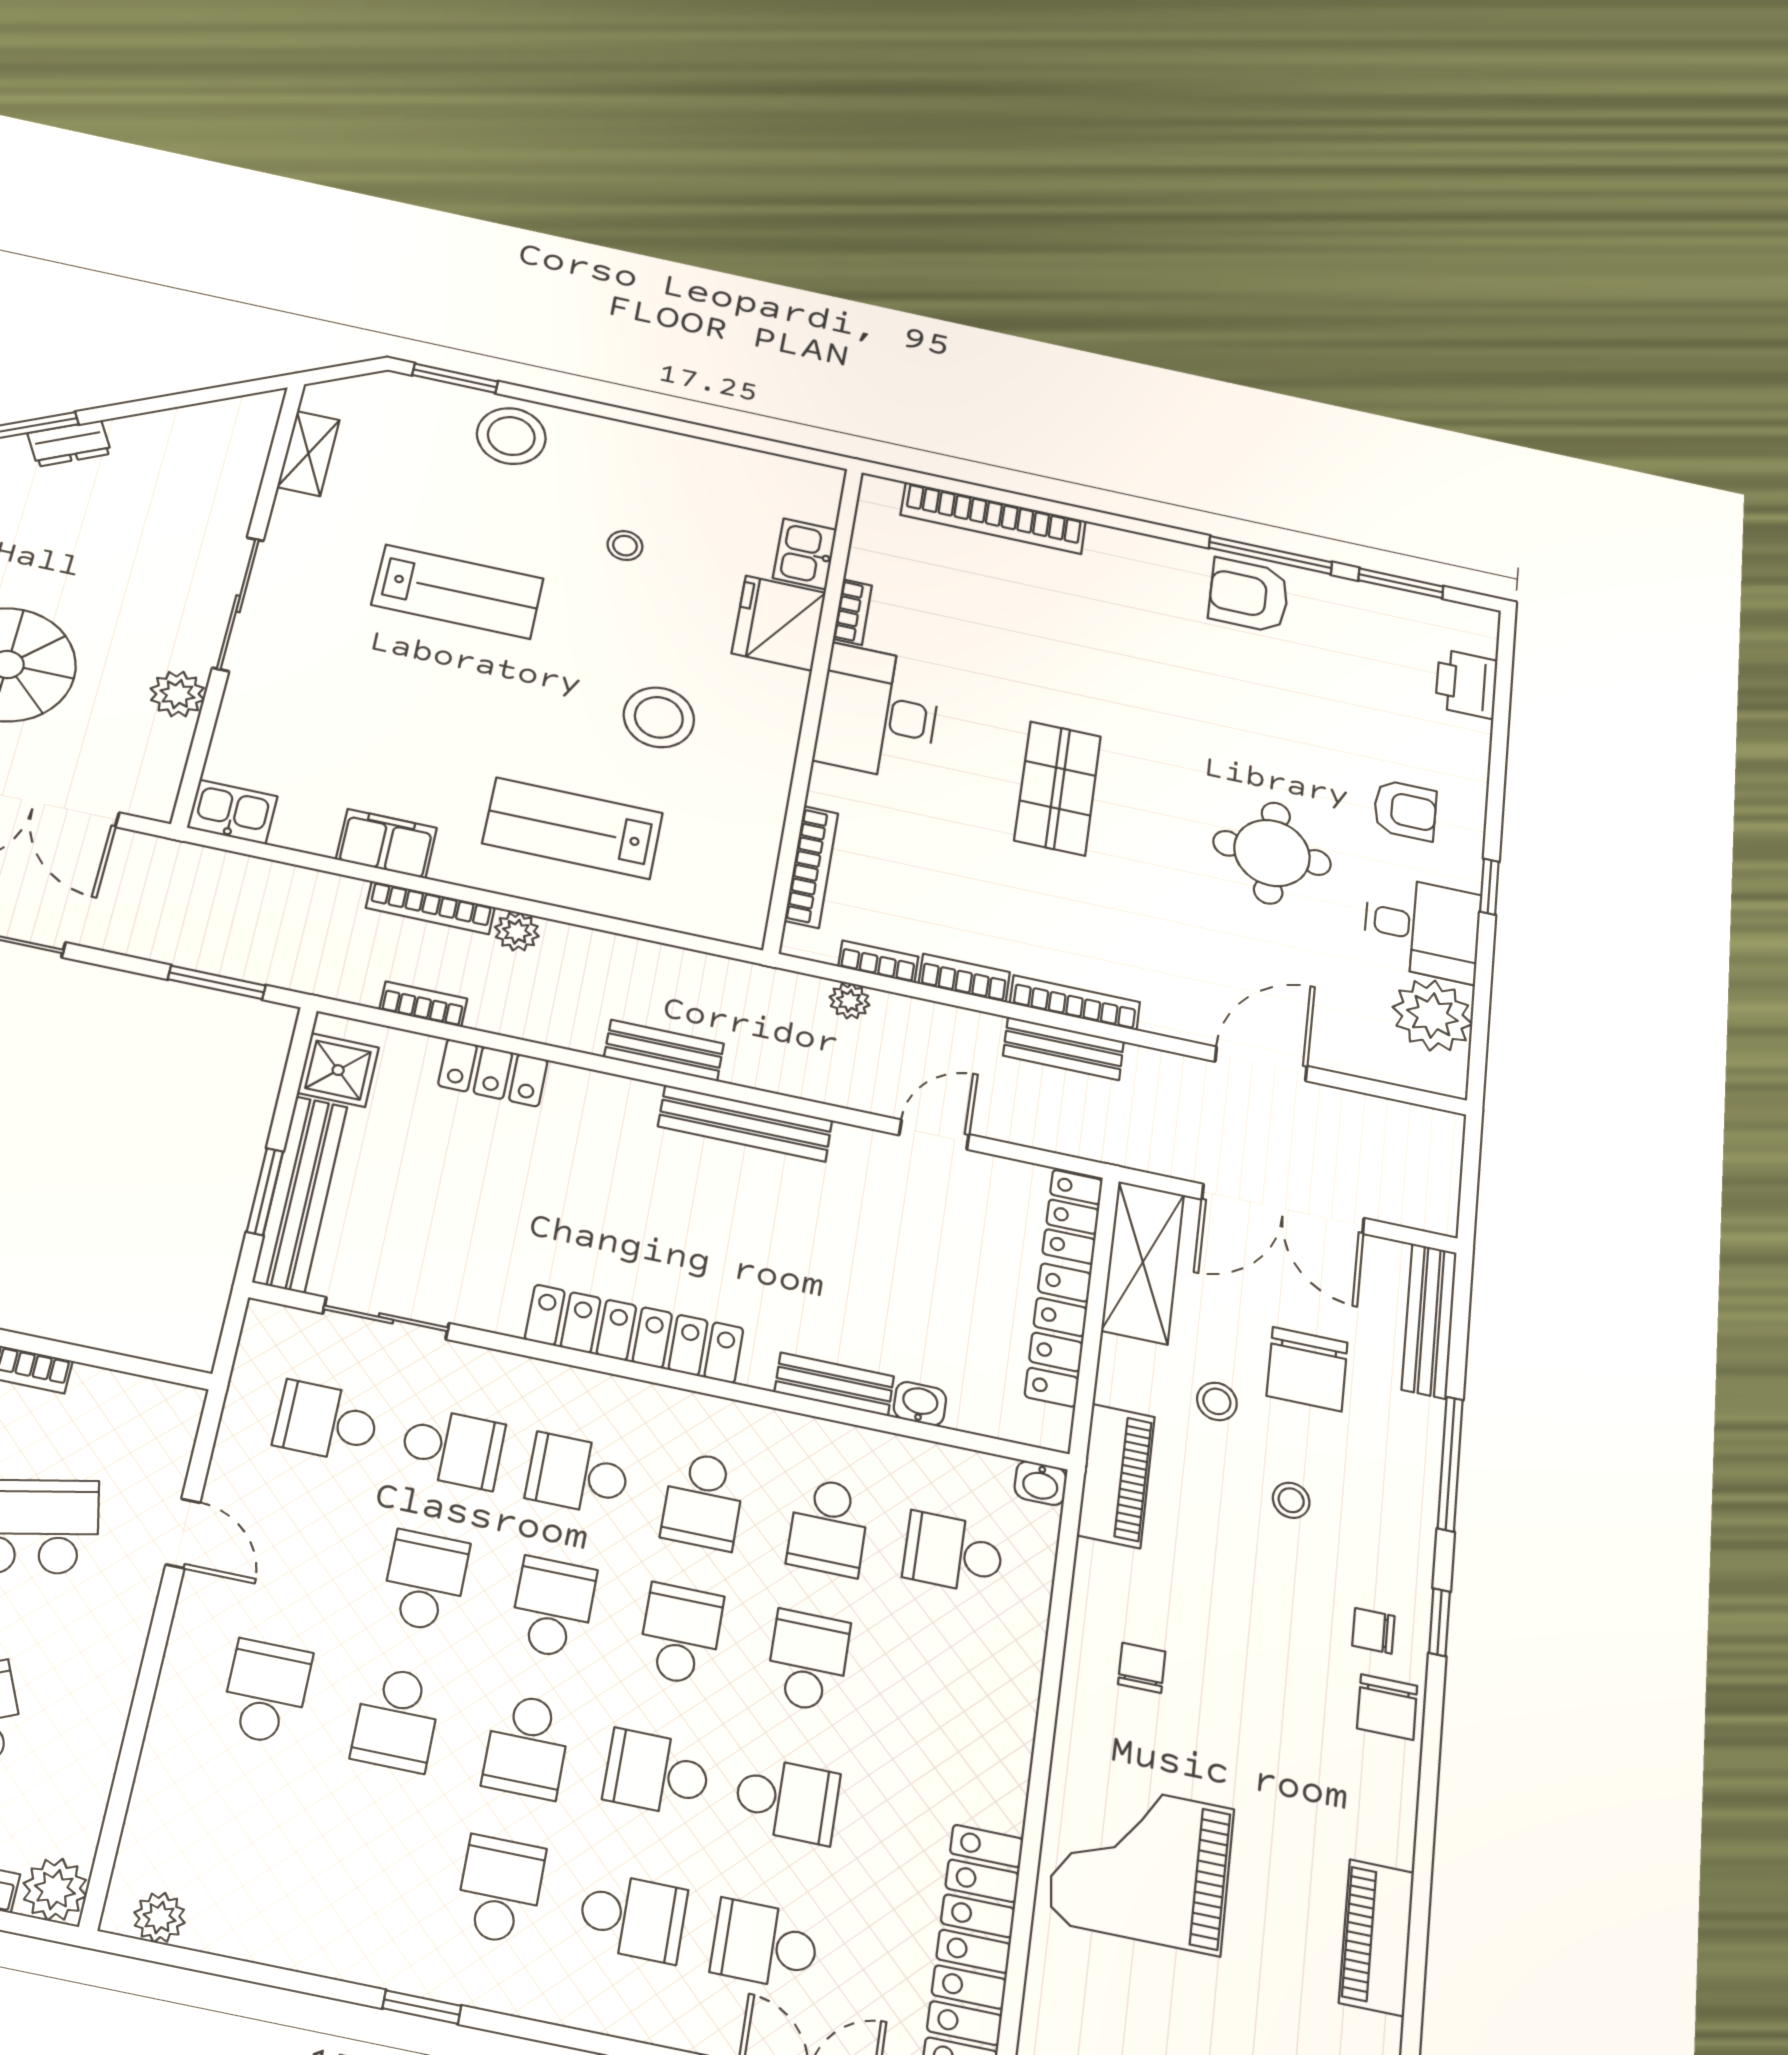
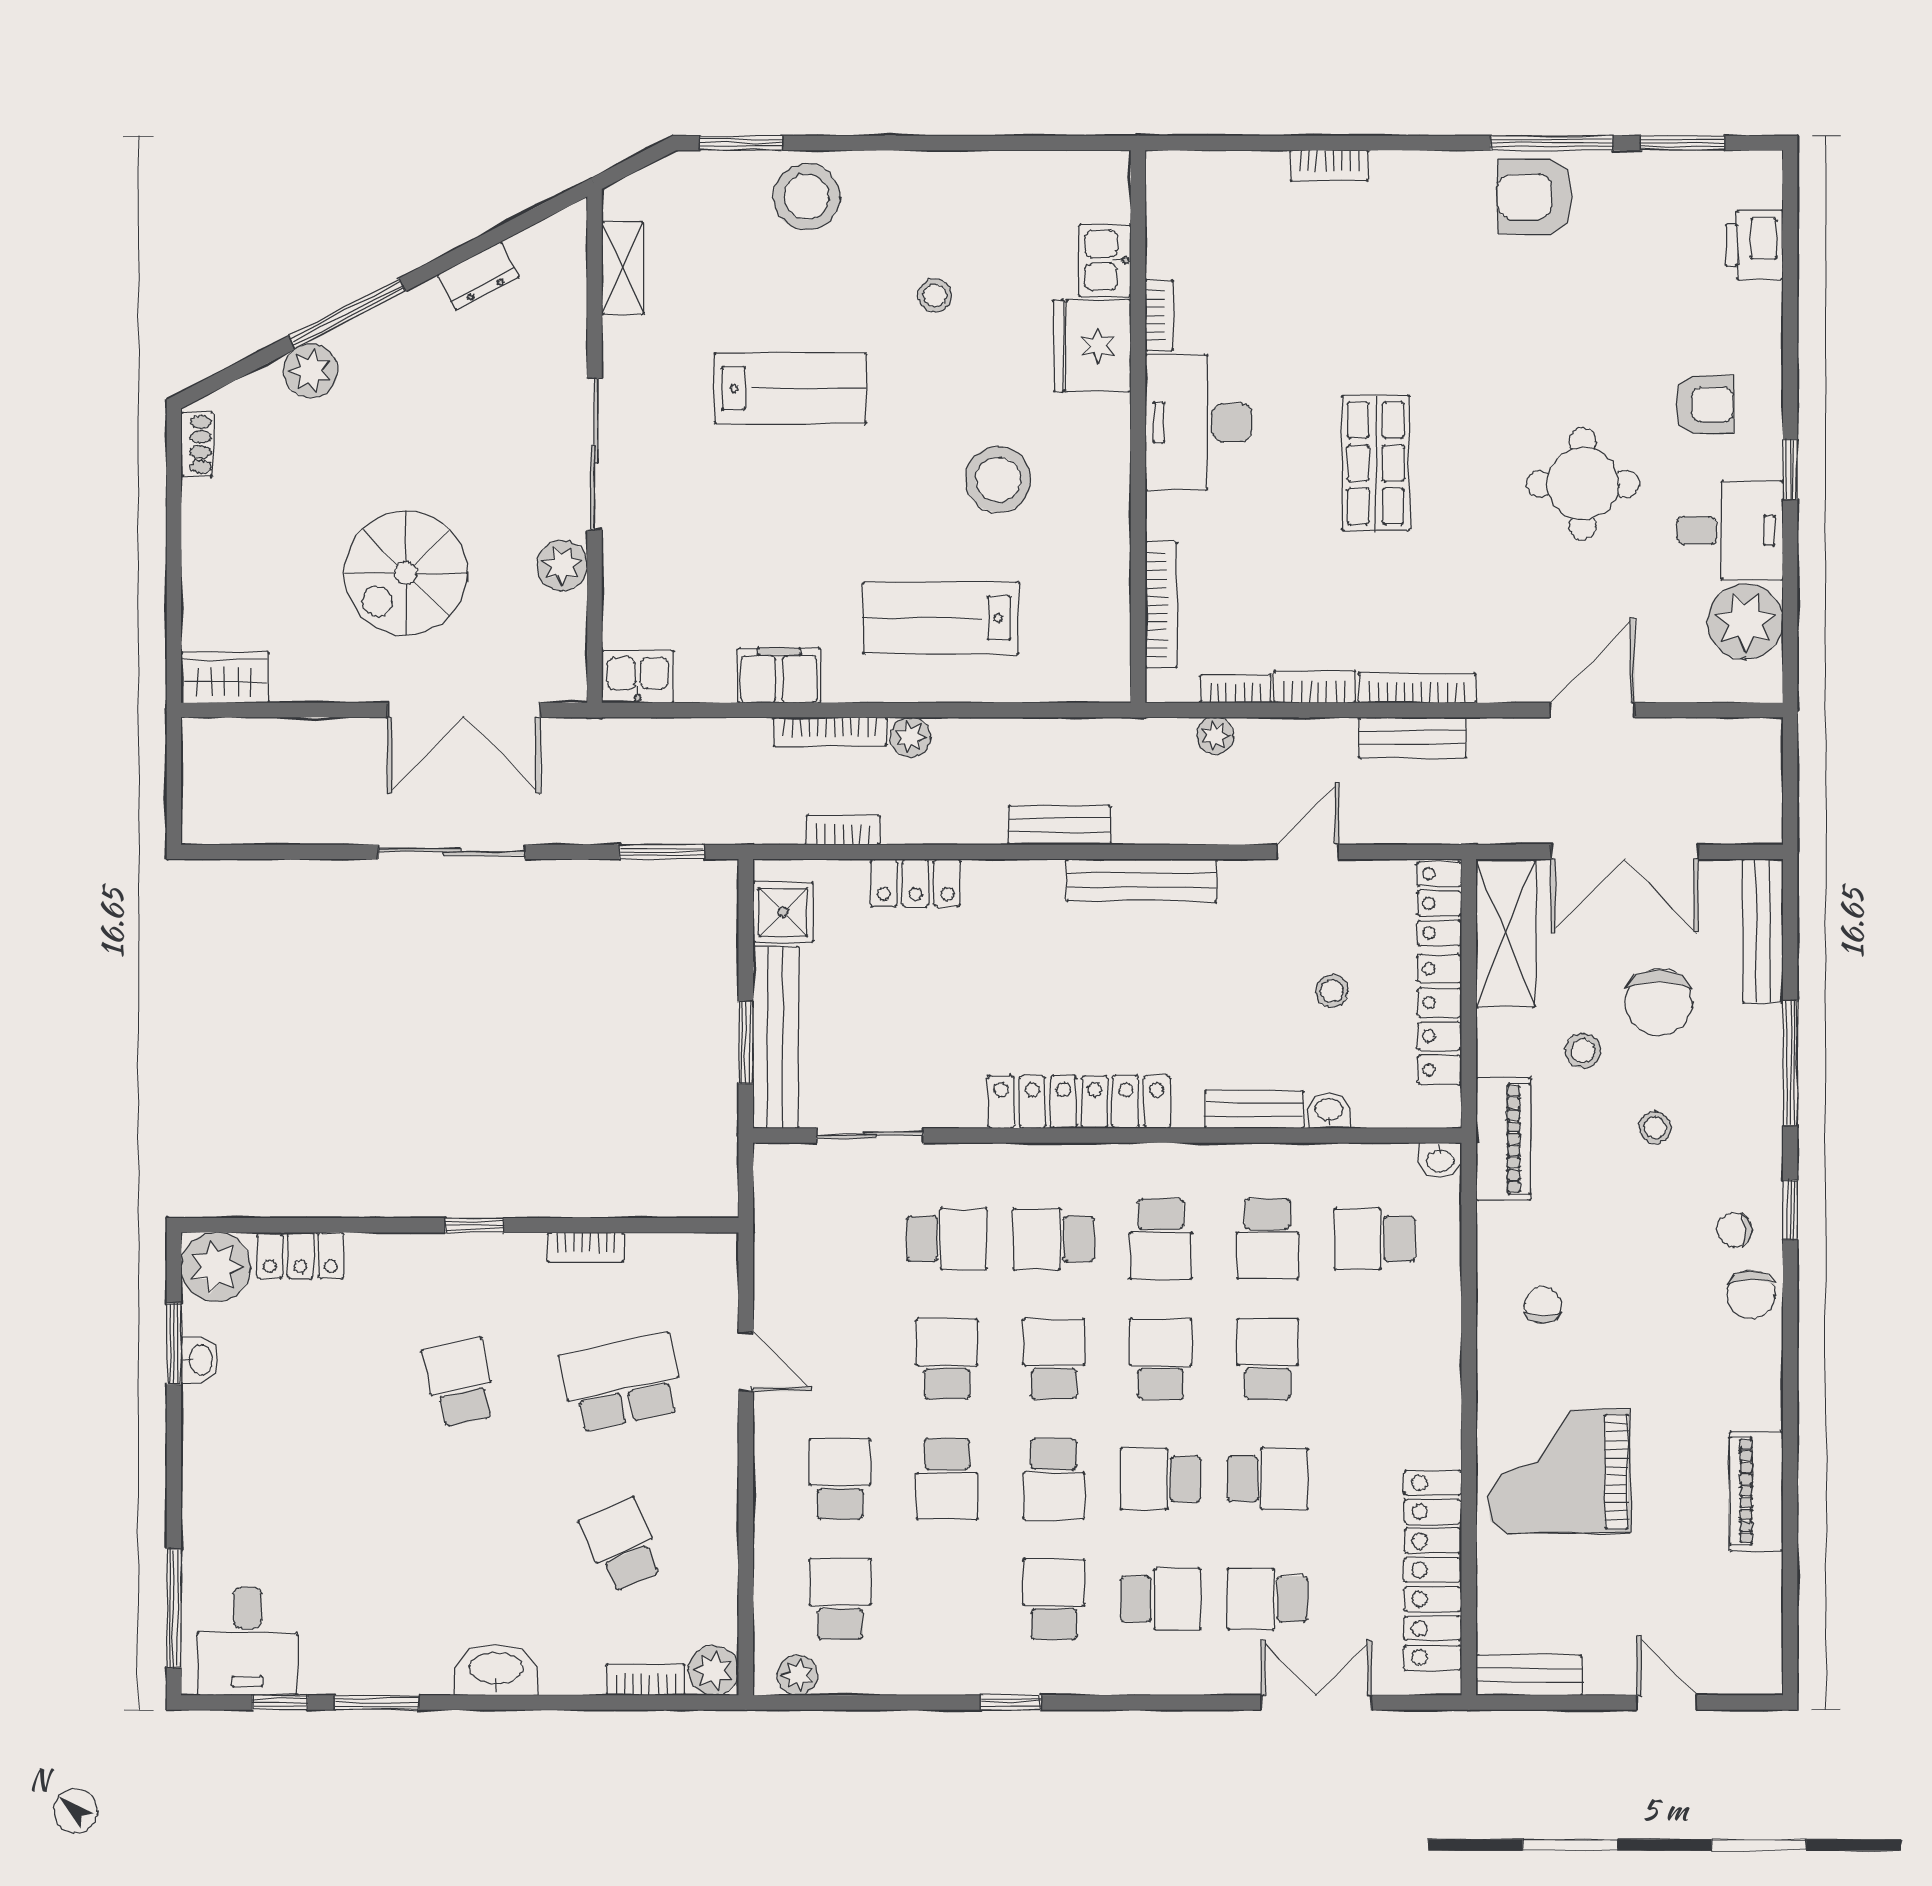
dresser: (69, 443) -> (478, 276), moved
bookcase: (993, 518) -> (1329, 166), width x0.43, depth x0.76
stool: (941, 1280) -> (1332, 991), added
school desk: (327, 1422) -> (840, 1599), moved, turned 90

